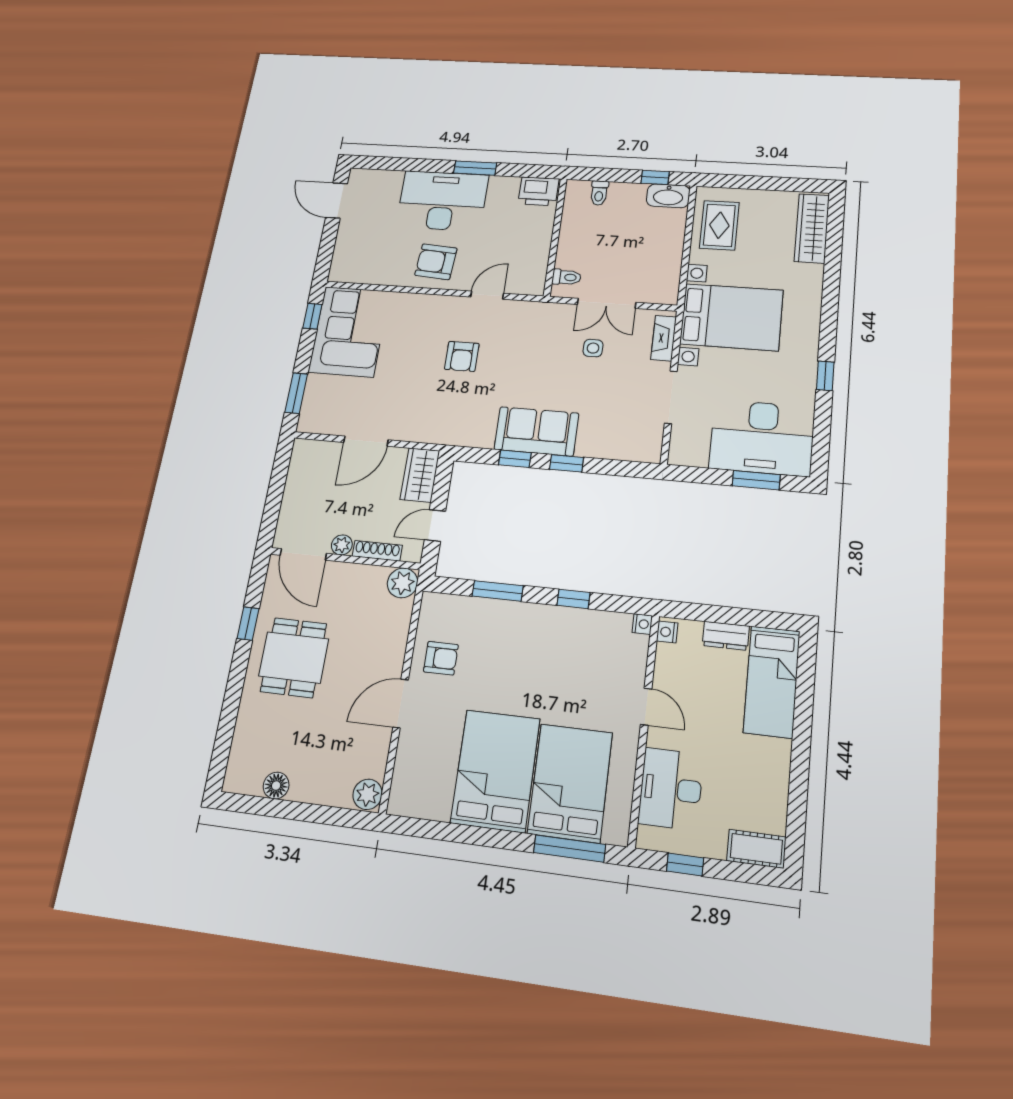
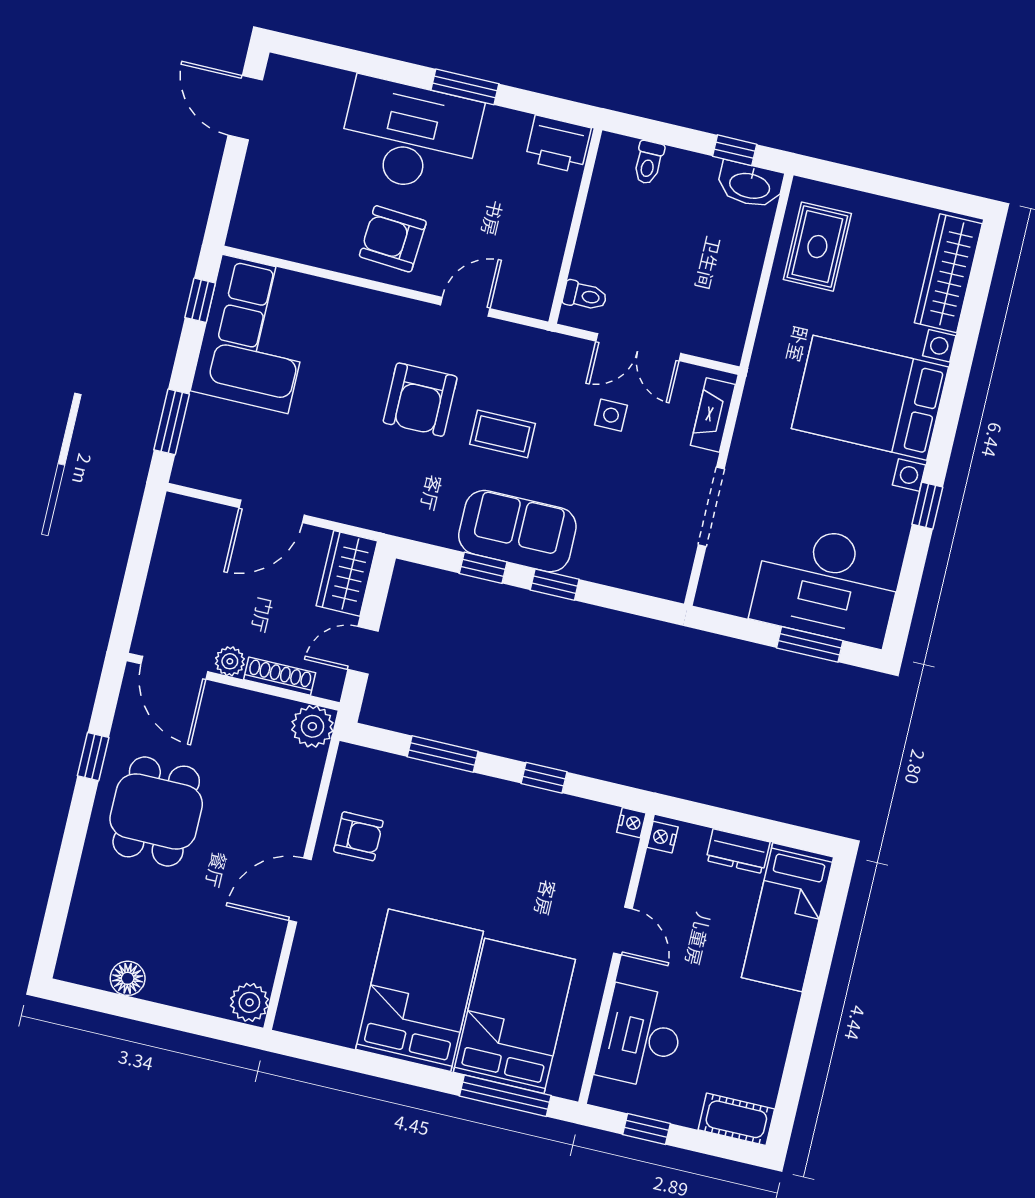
bed with nightstands: (731, 317) -> (870, 398), moved, turned 180
armchair: (462, 356) -> (420, 400), width x1.38, depth x1.38
coffee table: (520, 370) -> (502, 434), added

